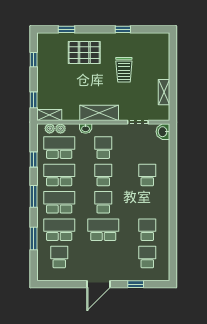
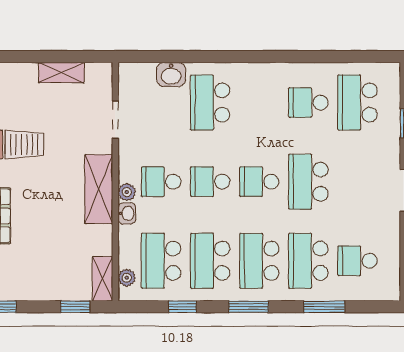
plant: (61, 129) -> (127, 192), moved
washbasin: (163, 132) -> (171, 74), moved
school desk: (147, 175) -> (210, 103), width x1.85
school desk: (147, 257) -> (357, 103), width x1.85

